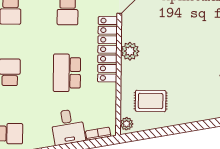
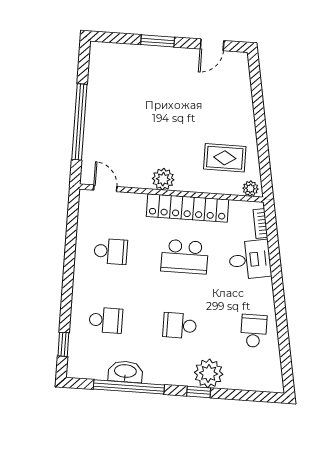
locker: (107, 49) -> (188, 208), moved
rug: (151, 101) -> (225, 158), turned 90

